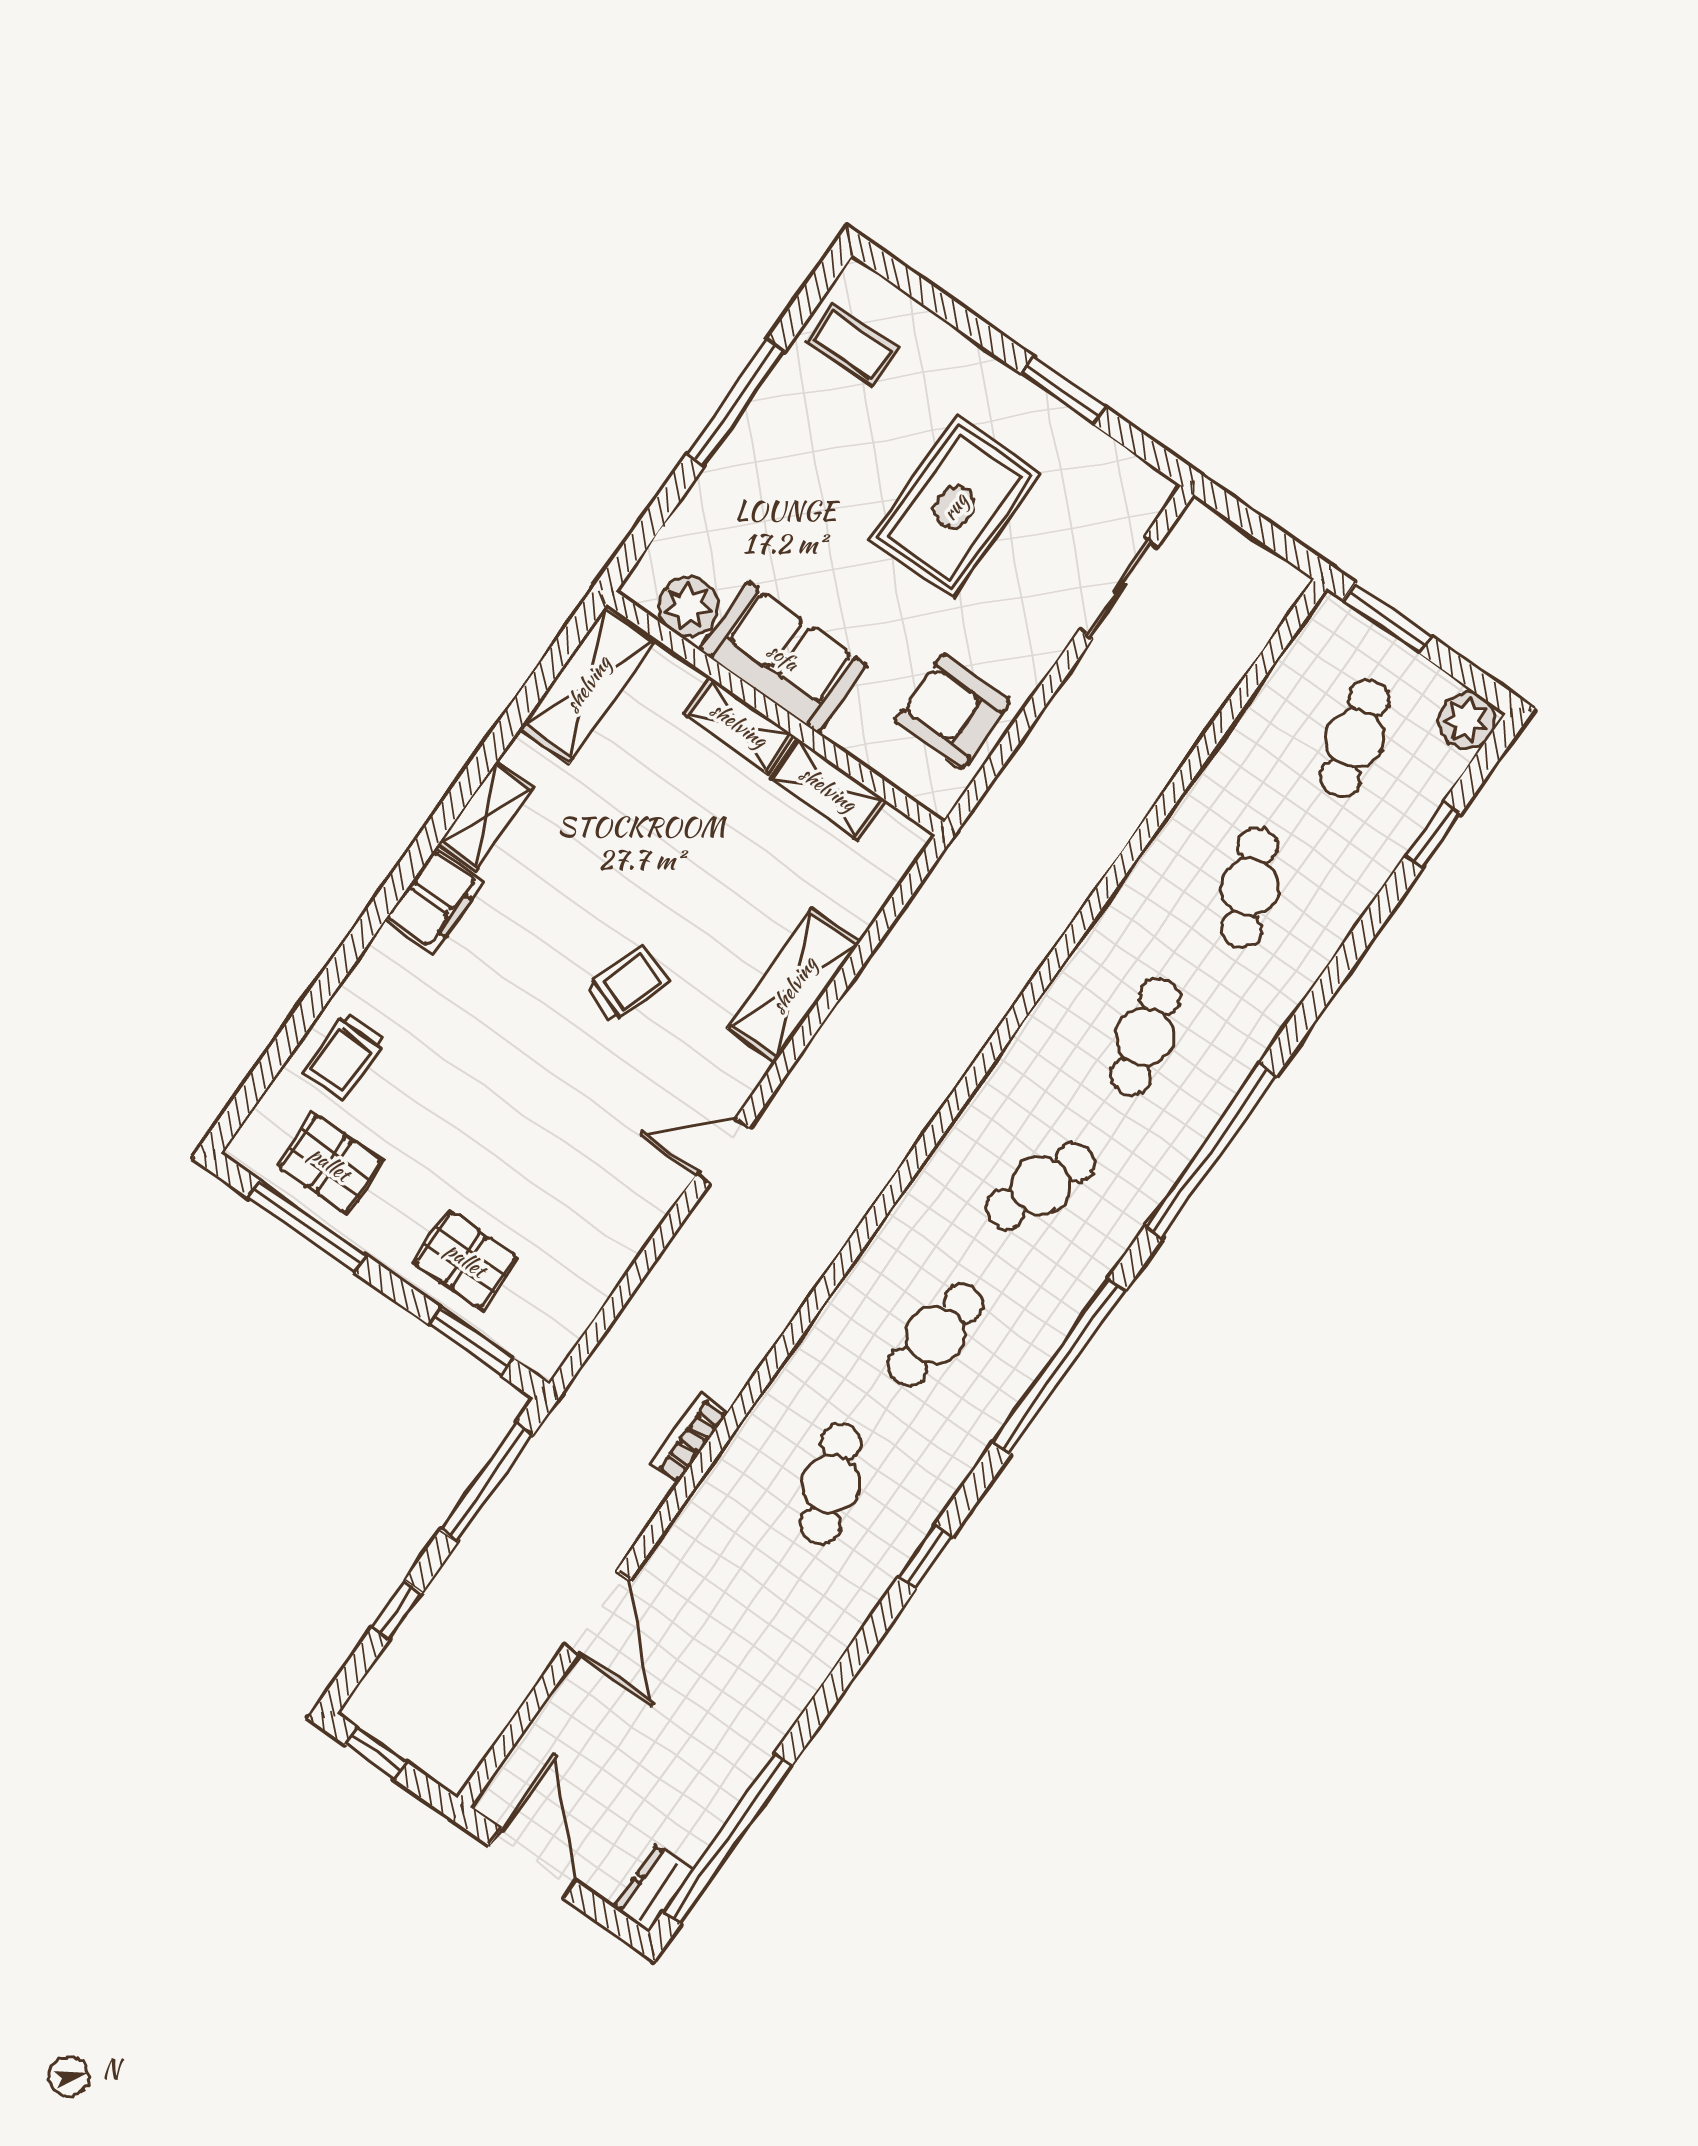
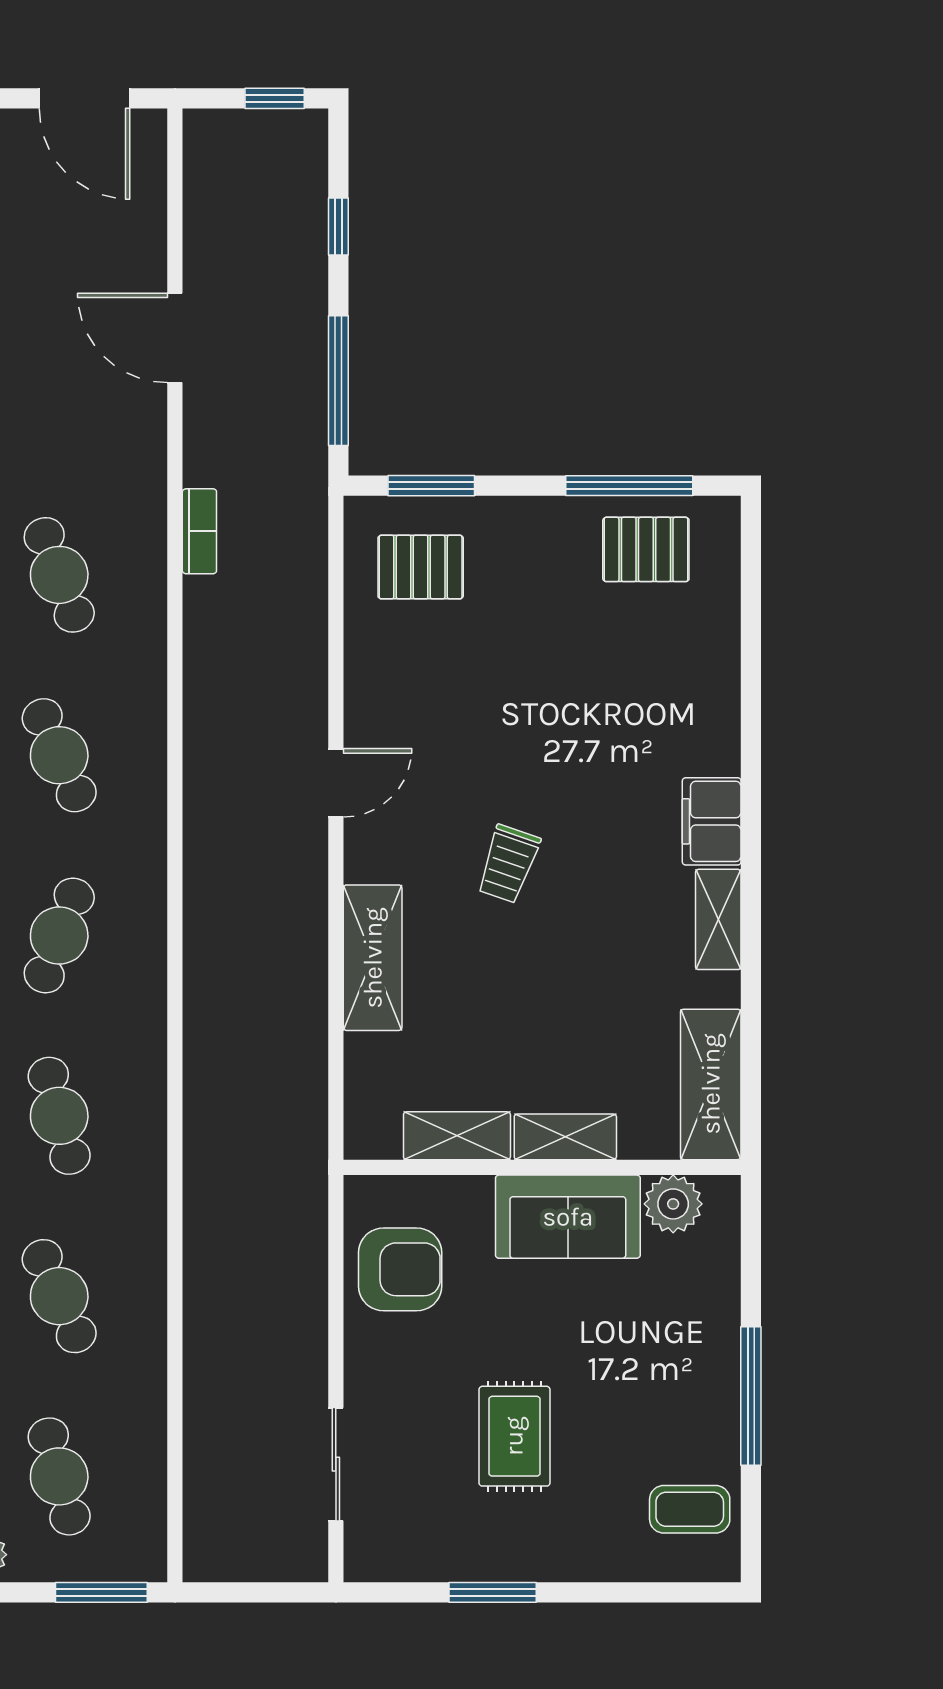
rug: (955, 507) -> (514, 1436), width x0.73, depth x0.70
trolley: (345, 1056) -> (696, 645), removed
pallet: (466, 1260) -> (421, 567), moved
cafe table: (935, 1335) -> (59, 755), turned -30

